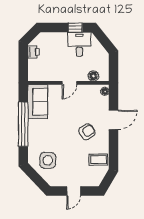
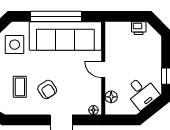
desk: (79, 44) -> (142, 93), moved, turned 51
sofa: (38, 102) -> (65, 36), width x1.85, depth x1.27
coffee table: (98, 160) -> (20, 87), moved

